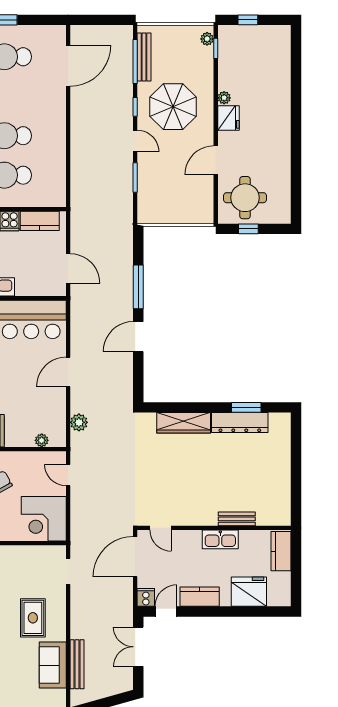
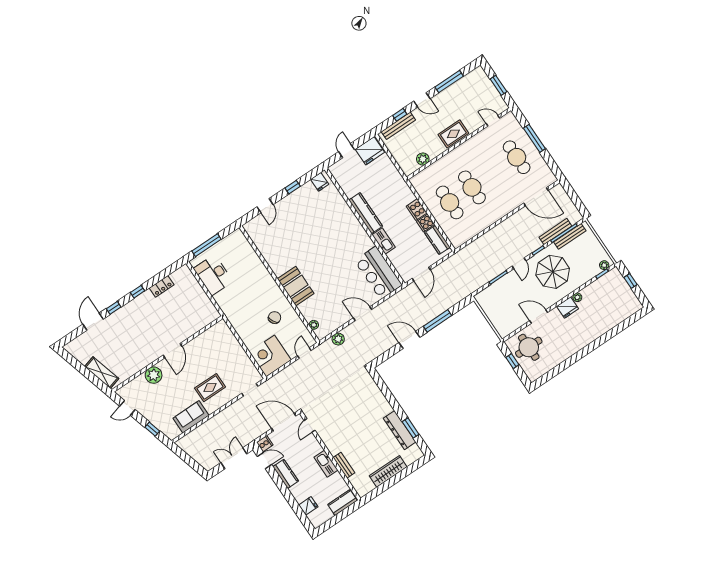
wardrobe: (184, 423) -> (388, 471), moved, turned 90
fridge: (249, 592) -> (308, 506), width x0.53, depth x0.75
bench: (77, 664) -> (555, 232), moved

